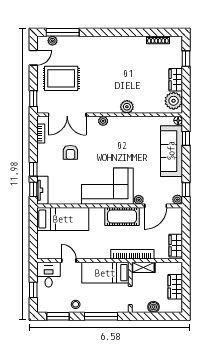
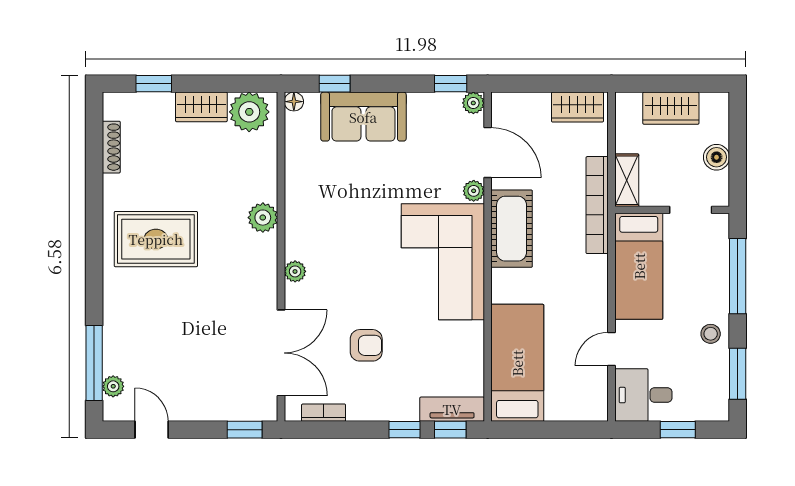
rug: (61, 78) -> (156, 239), moved, turned 90
sofa: (171, 151) -> (363, 117), width x0.73

